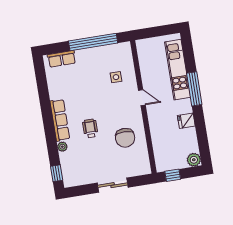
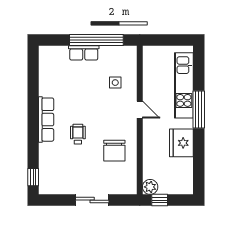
row of seats: (62, 59) -> (84, 53), moved
fridge: (186, 121) -> (181, 143), width x1.88, depth x1.34
plant: (62, 147) -> (44, 149), removed
plant: (194, 160) -> (150, 187), moved

